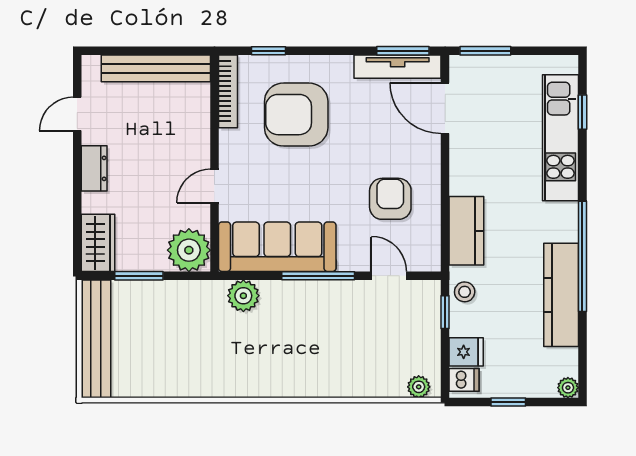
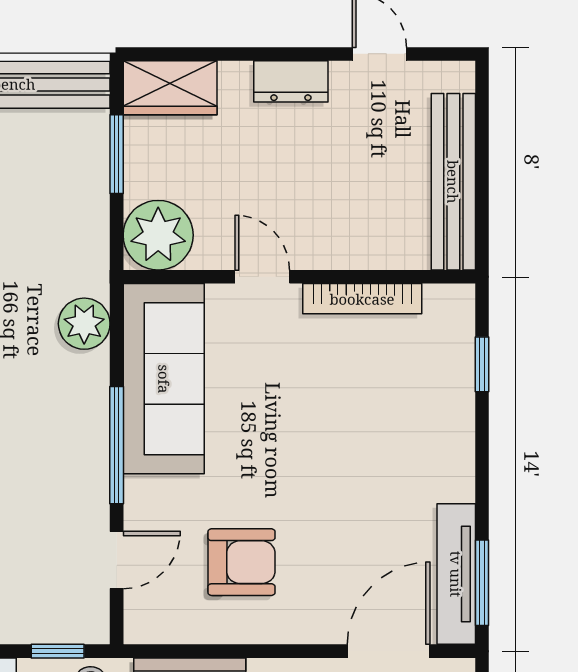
bookcase: (228, 91) -> (362, 299), moved
armchair: (296, 115) -> (378, 409), removed

